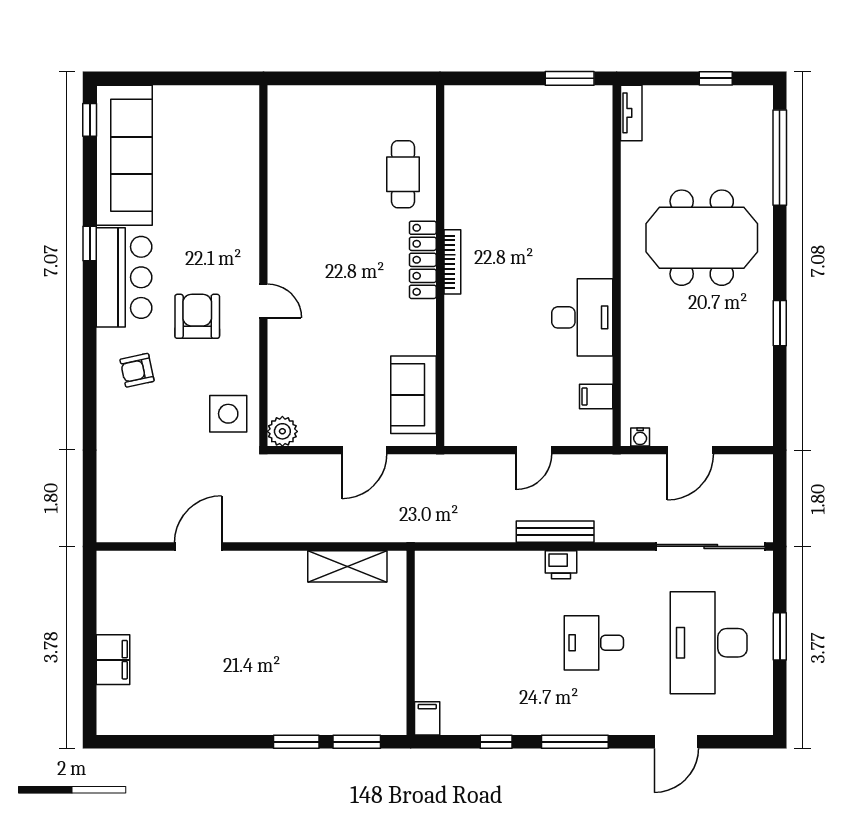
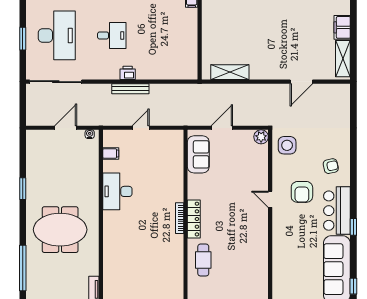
shelving: (111, 595) -> (343, 59), added

